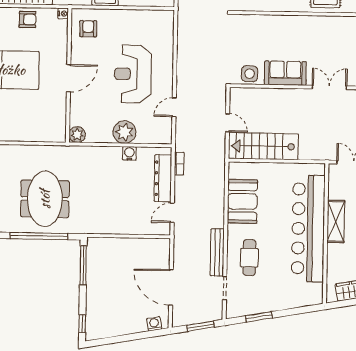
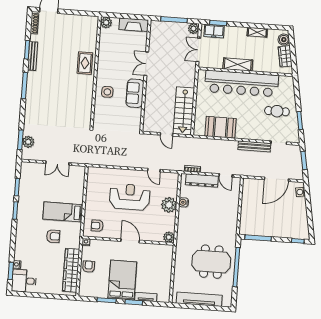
reception desk: (133, 74) -> (130, 197), turned 180
side table: (250, 74) -> (107, 92), moved
door: (228, 123) -> (166, 134), swing flipped
cafe table: (249, 258) -> (277, 111), moved

